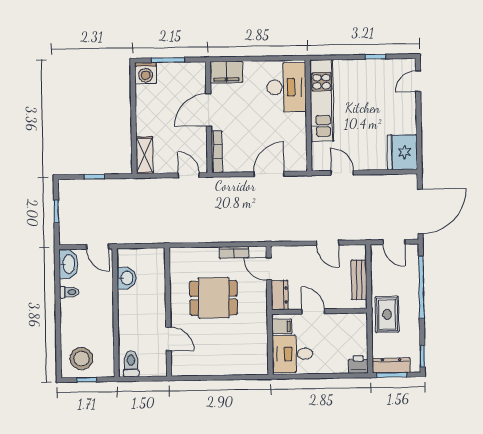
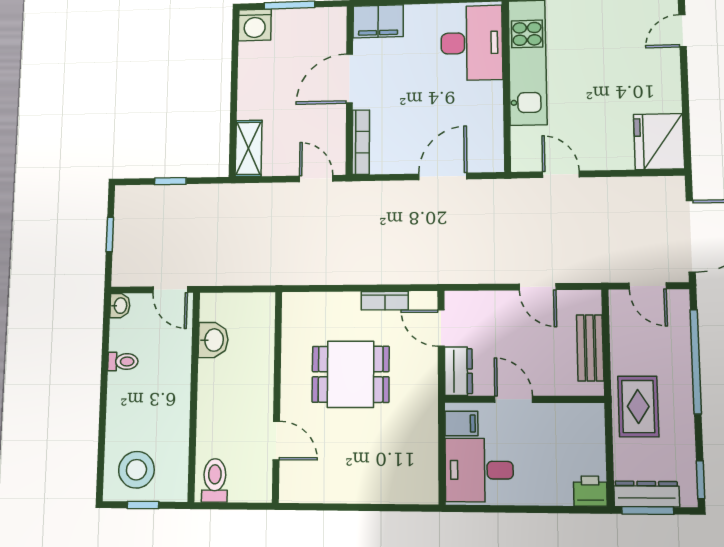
washbasin: (68, 264) -> (120, 306), width x0.52, depth x0.69

